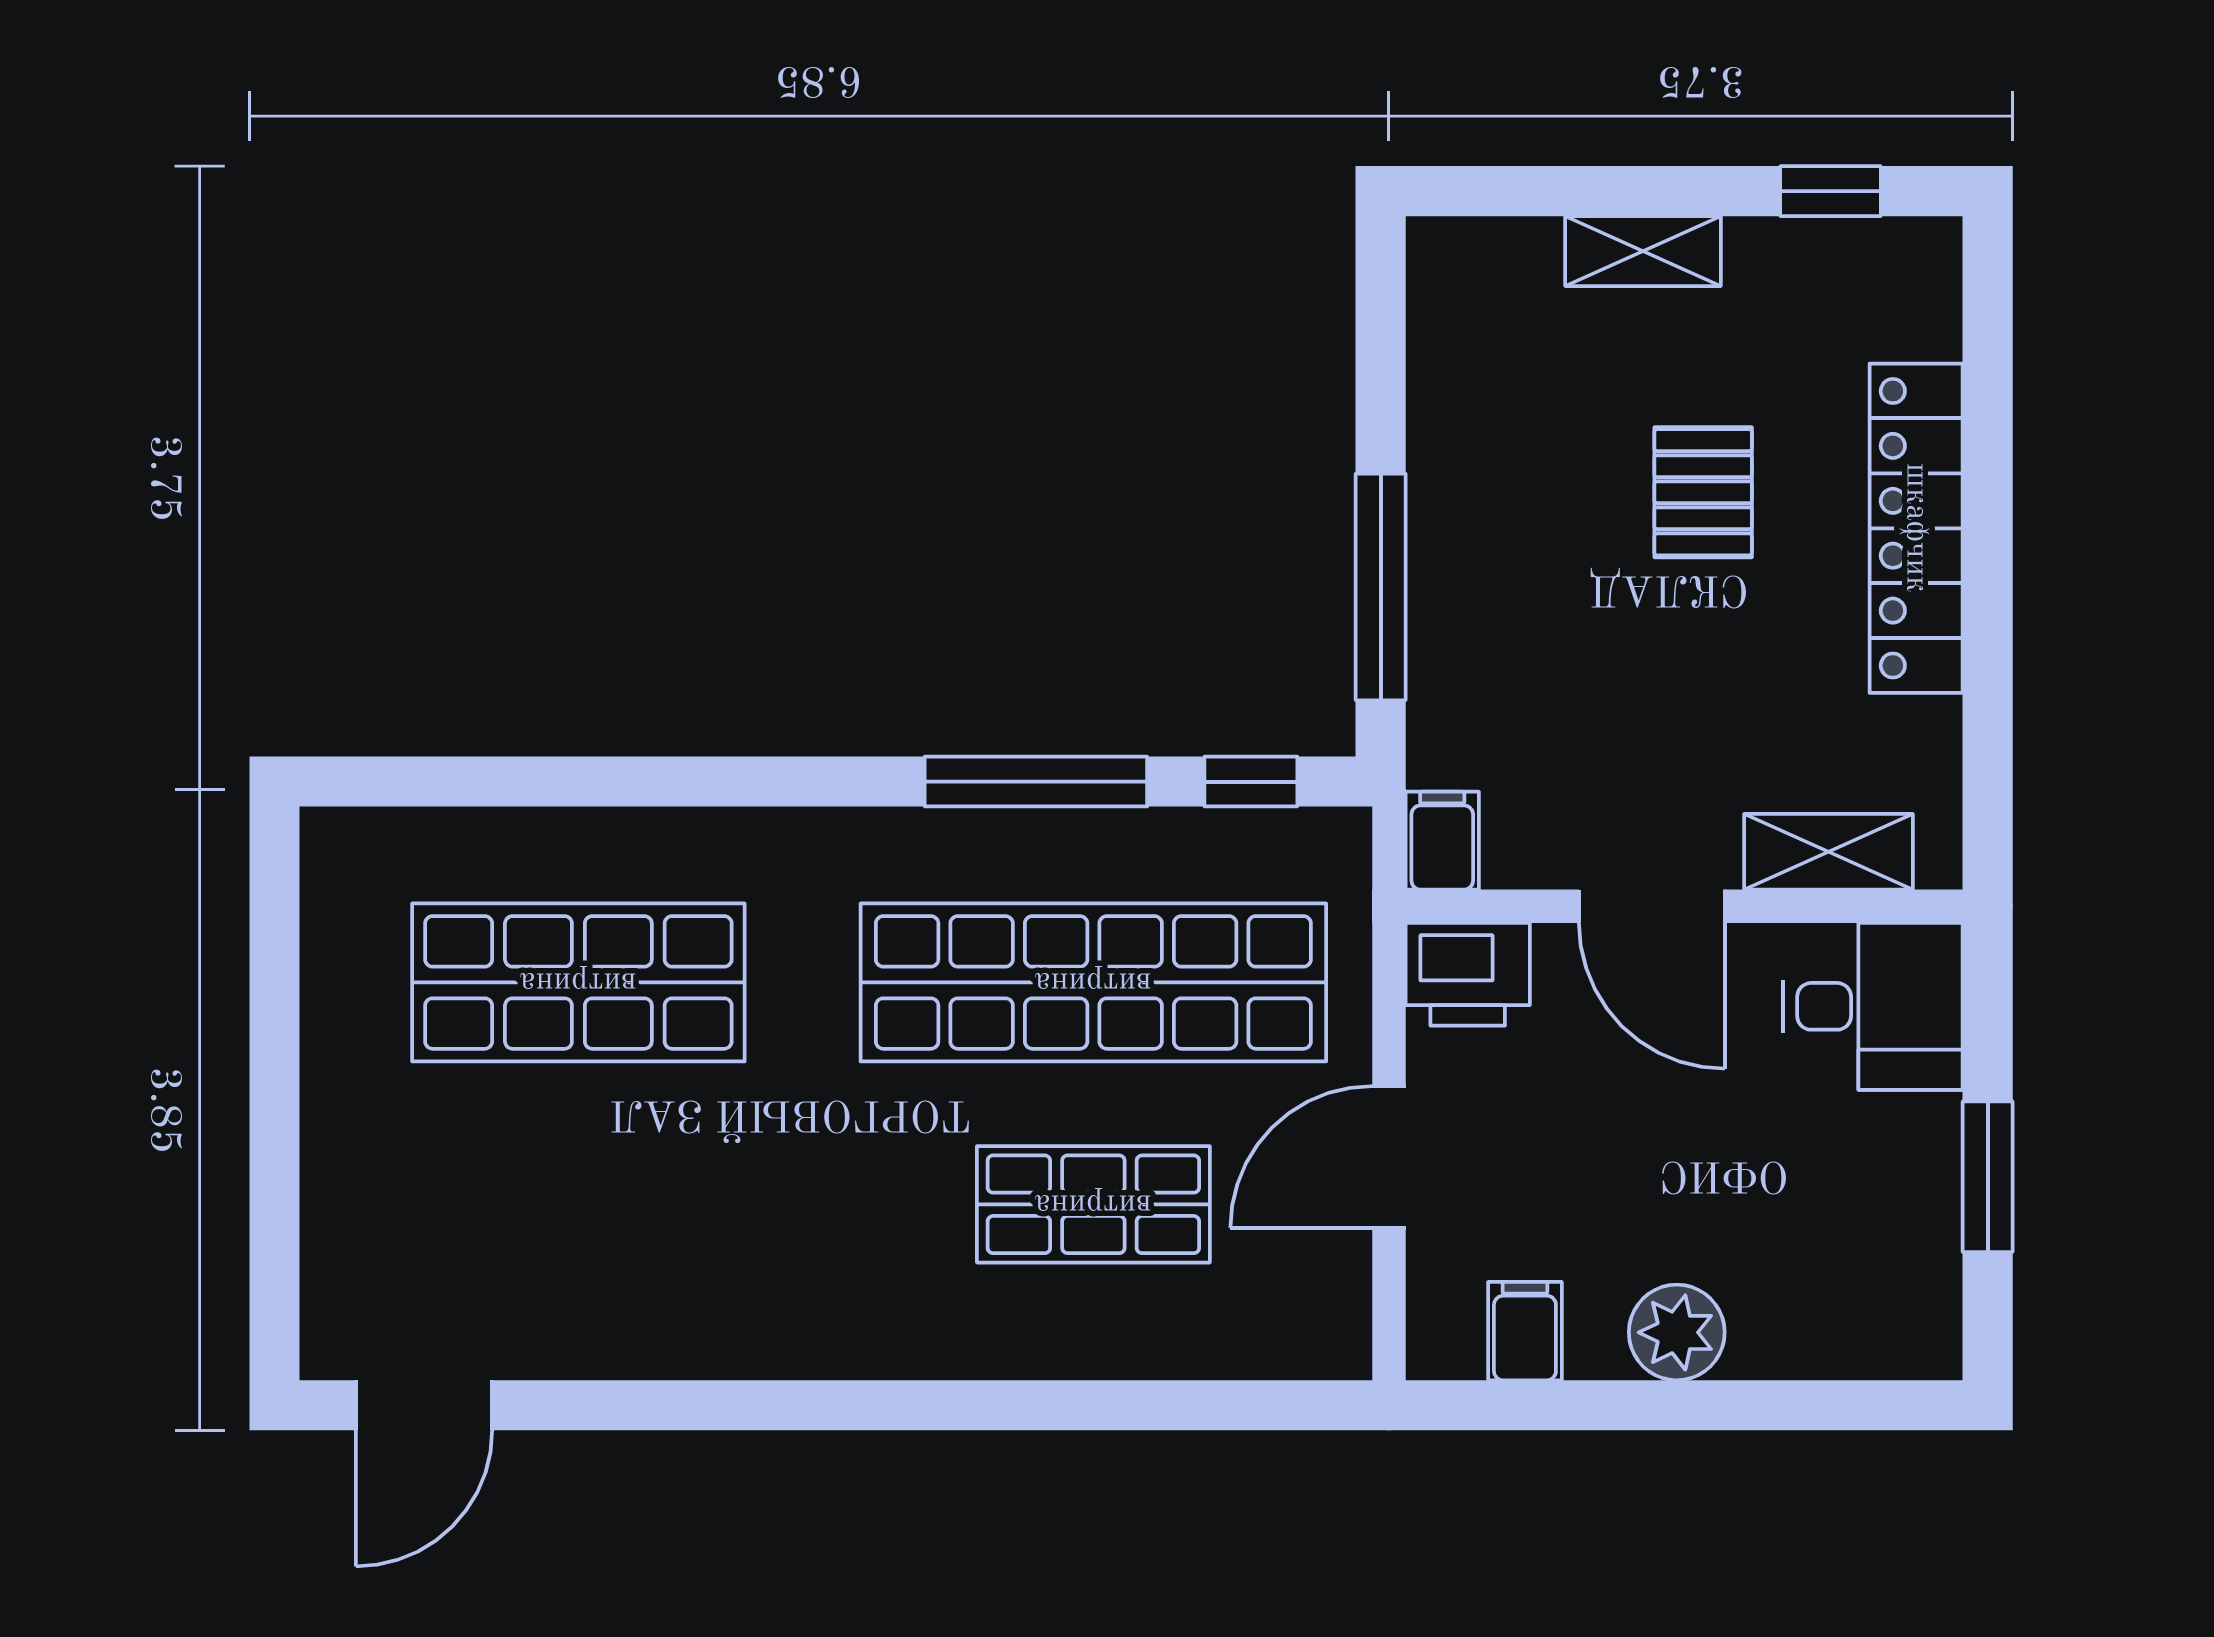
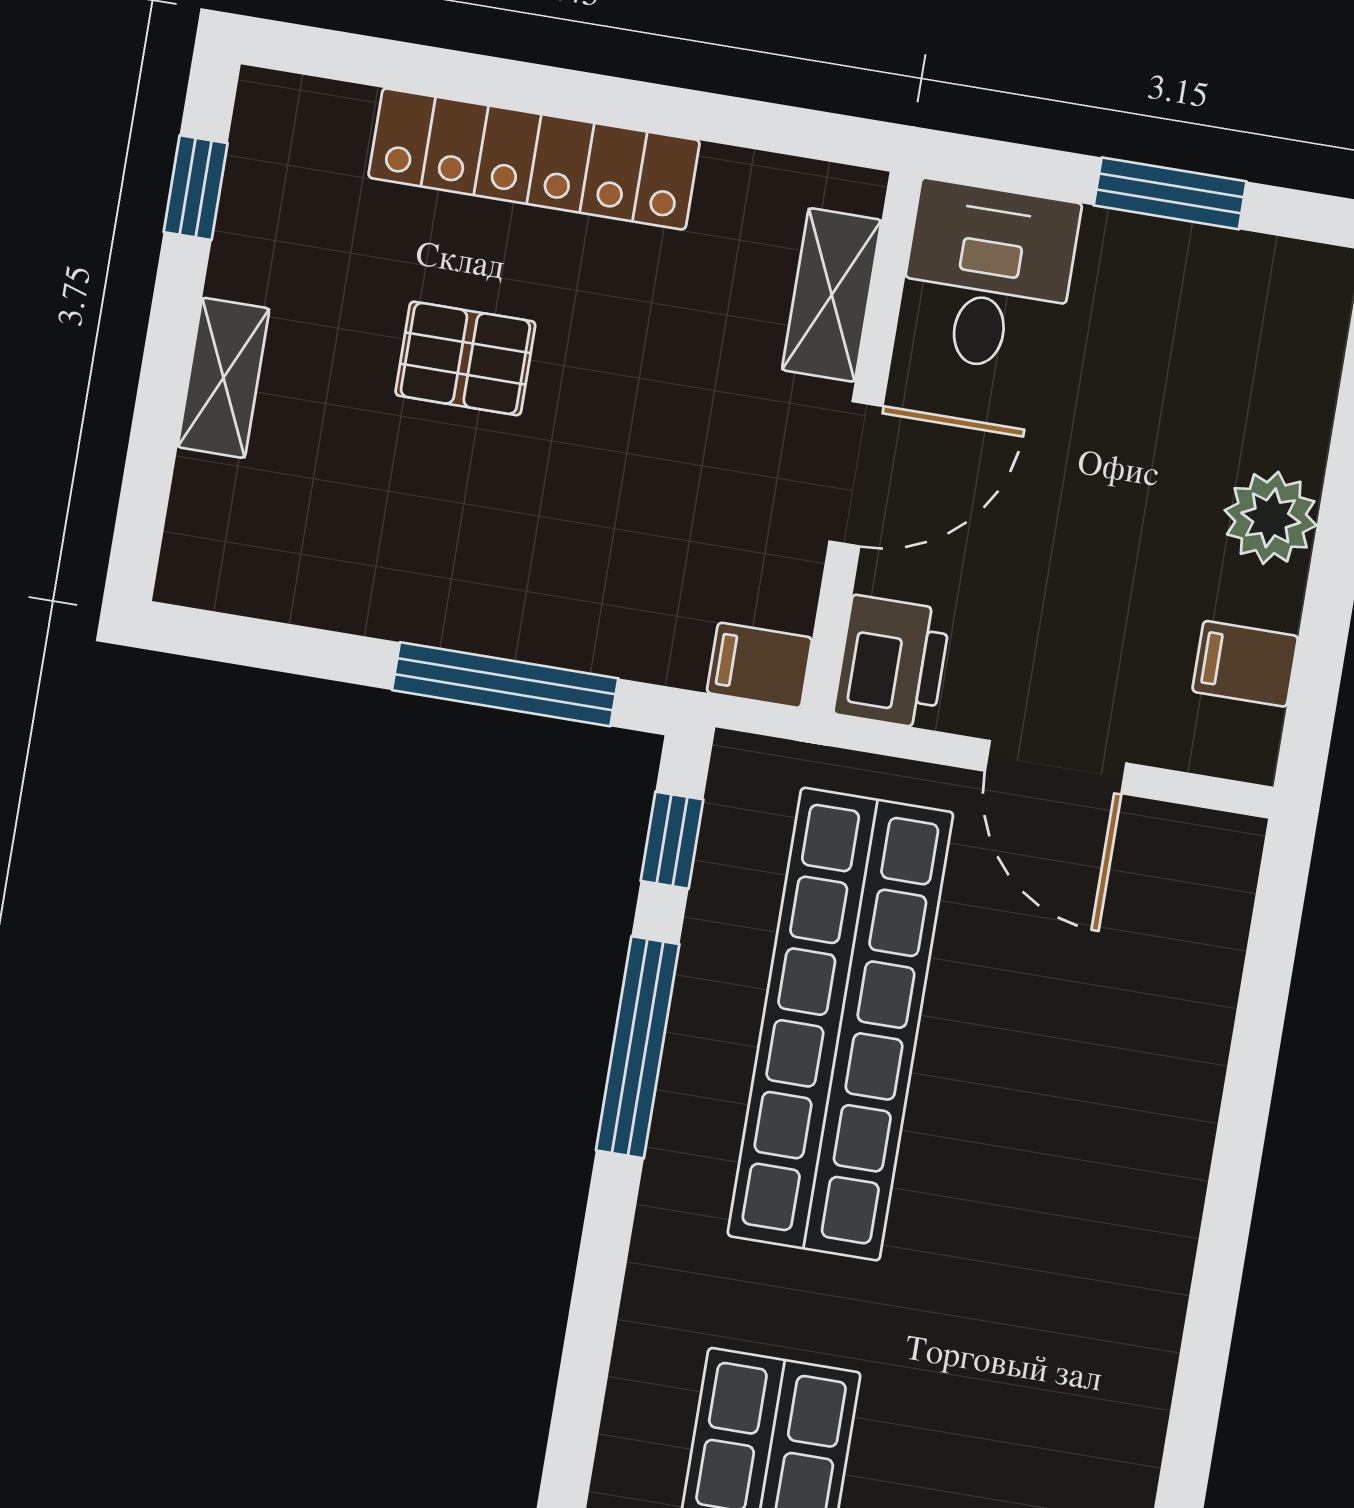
shop shelf: (1093, 1204) -> (1054, 1059), removed

